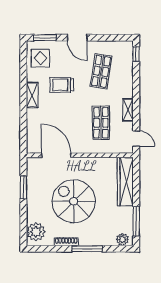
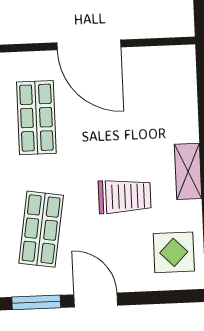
window: (45, 38) -> (36, 302), moved
door: (56, 155) -> (89, 45), moved

